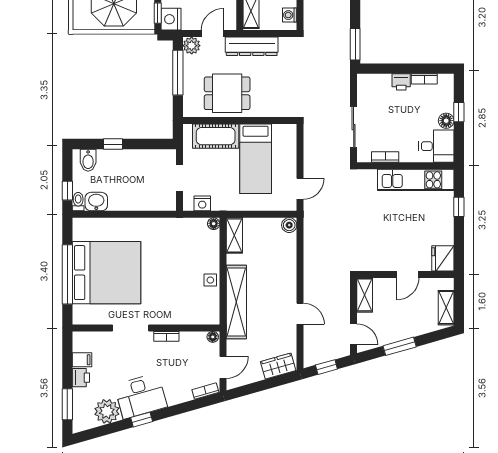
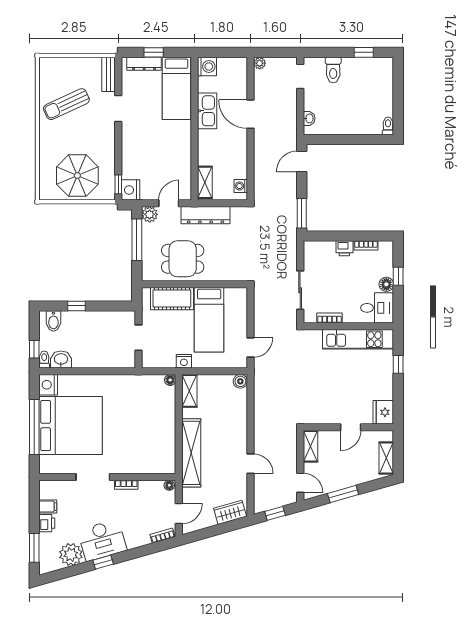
nightstand: (202, 203) -> (184, 361), moved
nightstand: (82, 229) -> (48, 385), added
side table: (210, 280) -> (167, 432), removed

